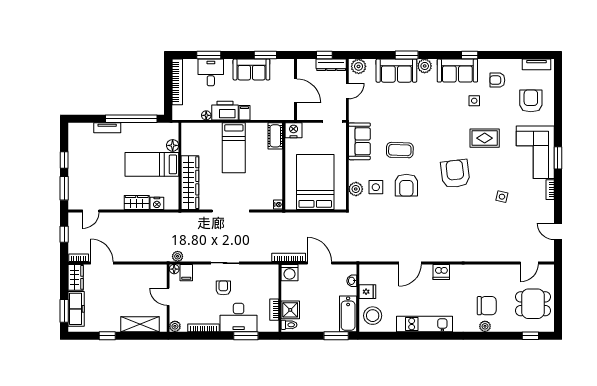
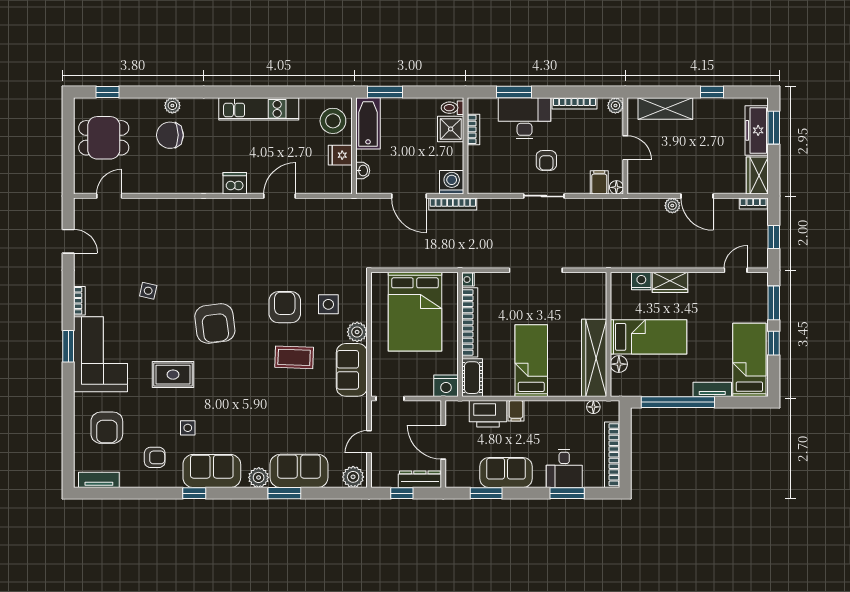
dresser: (331, 65) -> (420, 479), moved
printer: (225, 111) -> (488, 414), moved
floor lamp: (206, 115) -> (593, 407), moved
bed: (81, 148) -> (749, 360), added
bookcase: (277, 175) -> (470, 322), added
wardrobe: (190, 183) -> (594, 358), moved
plant: (356, 189) -> (357, 332), moved
plant: (178, 256) -> (672, 206), moved
door: (102, 263) -> (697, 196), moved

